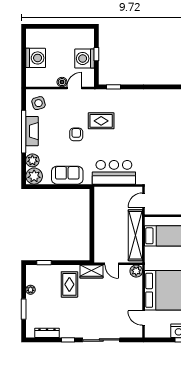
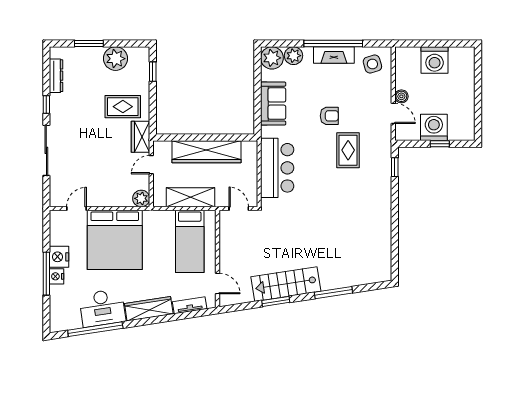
wardrobe: (102, 224) -> (207, 152), added
shelving: (135, 235) -> (191, 197), width x0.68
plant: (31, 290) -> (116, 59), width x1.87, depth x1.87

